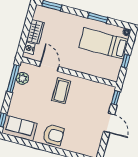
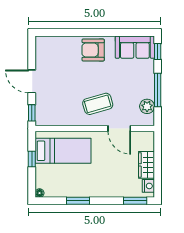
bed: (104, 44) -> (63, 151), moved
nightstand: (29, 48) -> (148, 186), moved
window: (13, 78) -> (158, 90), moved
coffee table: (61, 91) -> (98, 104), turned 74

